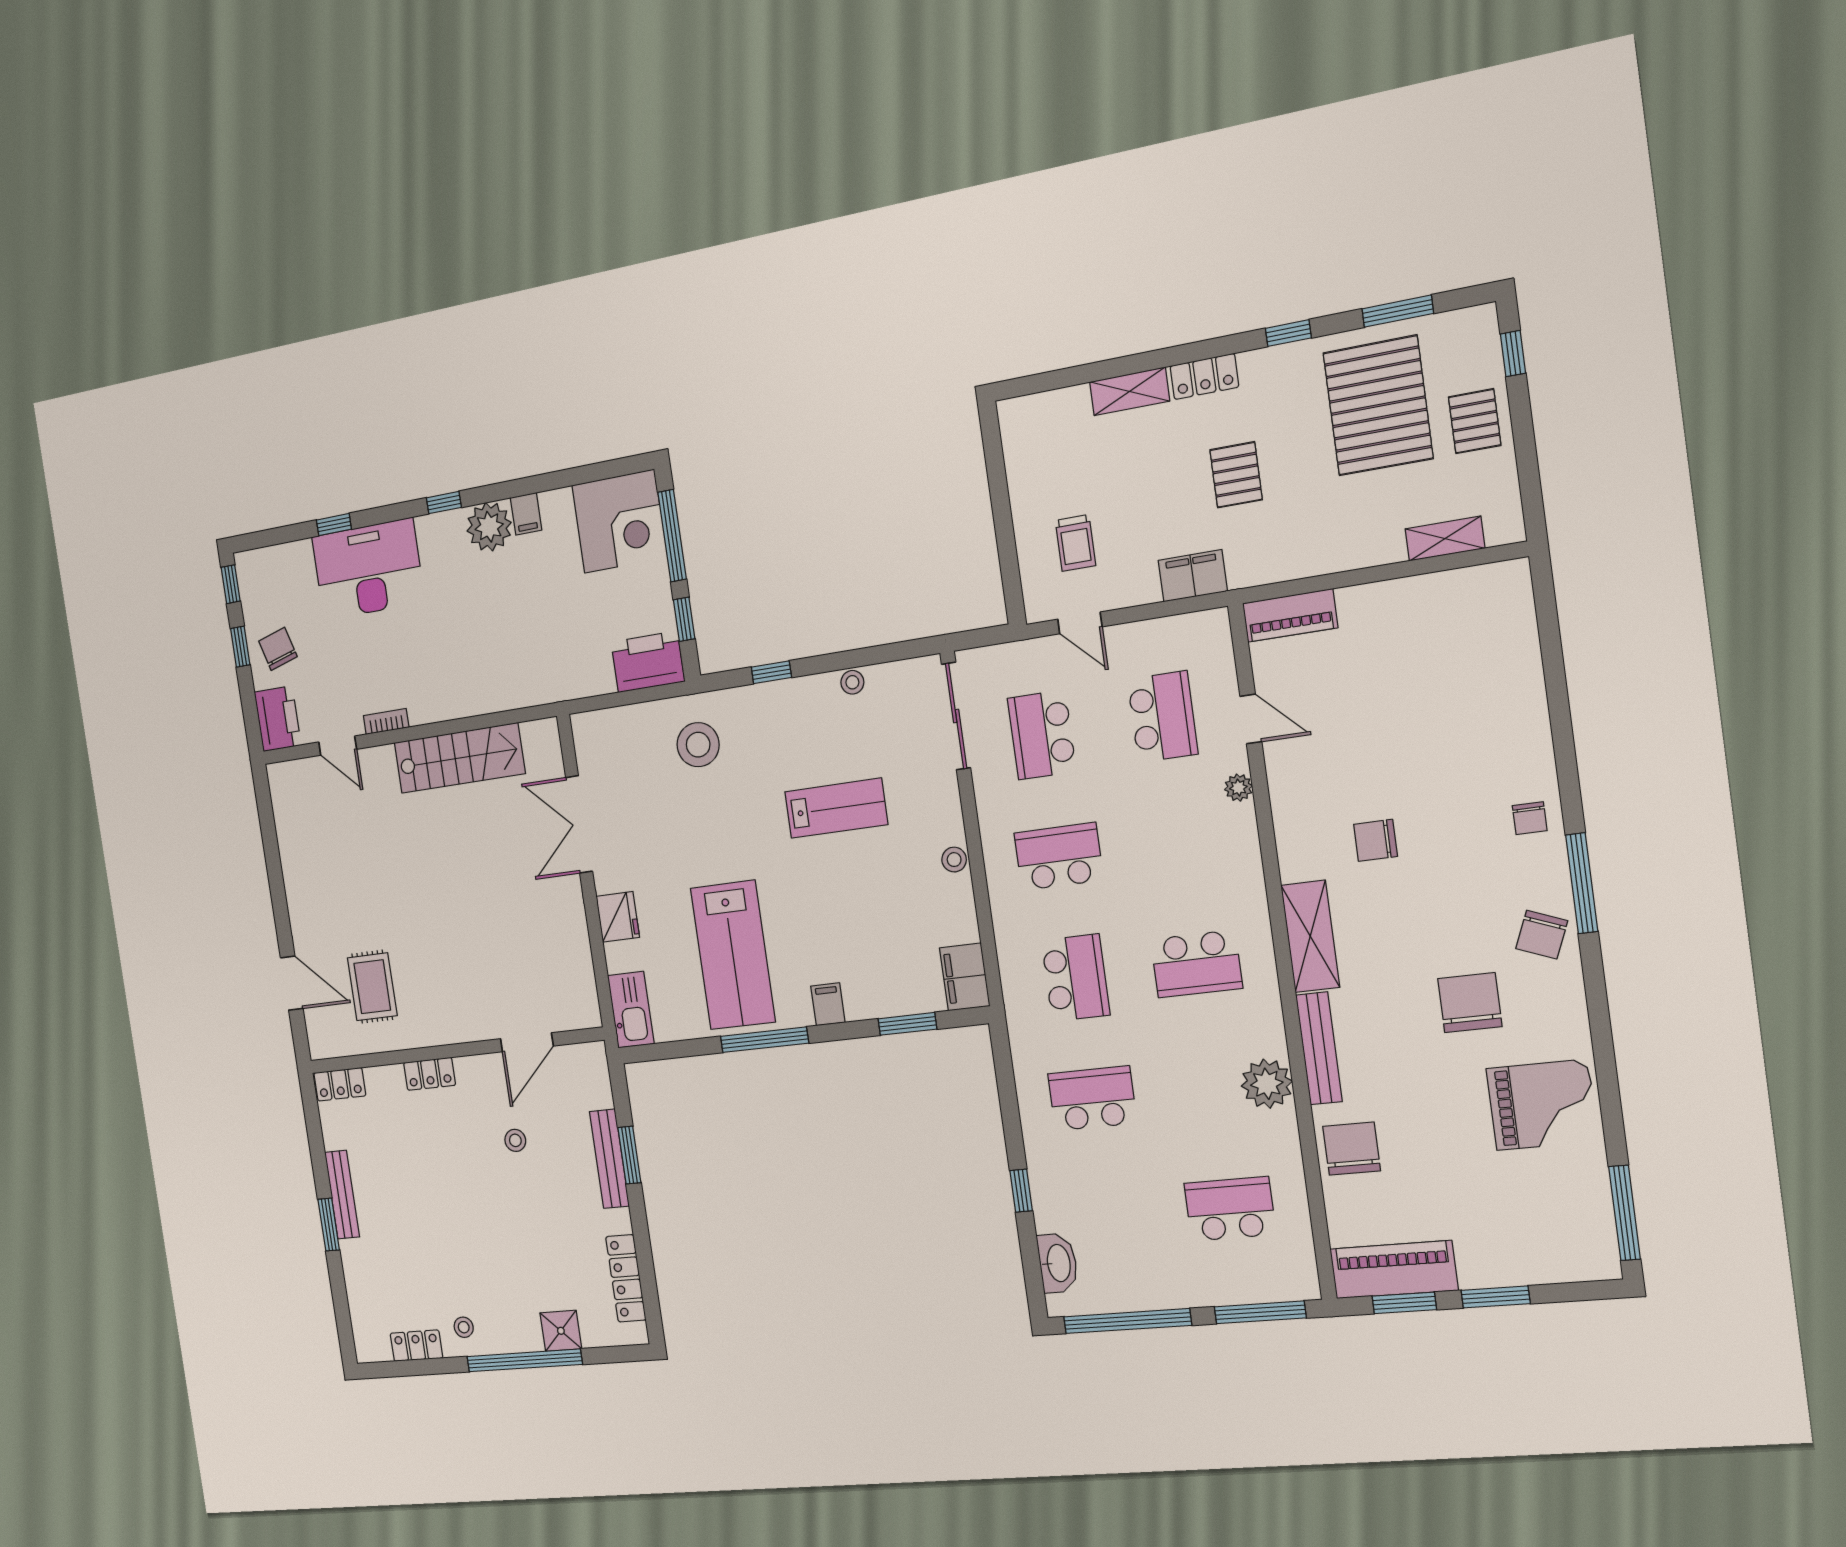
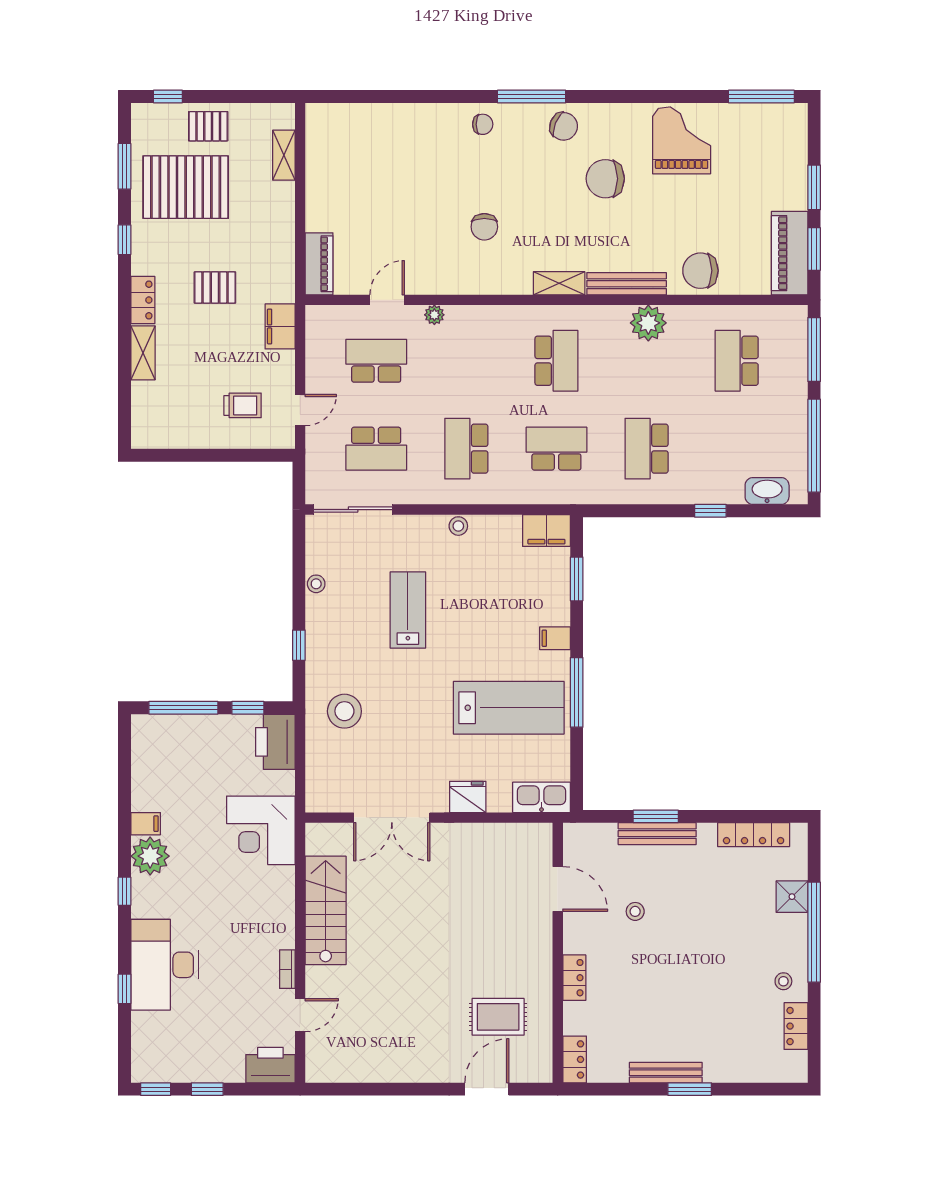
corner desk: (619, 521) -> (261, 830), moved, turned 180
chair: (278, 649) -> (214, 1055), removed
shelving: (1310, 936) -> (559, 283), width x0.67, depth x0.75

